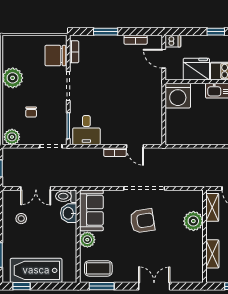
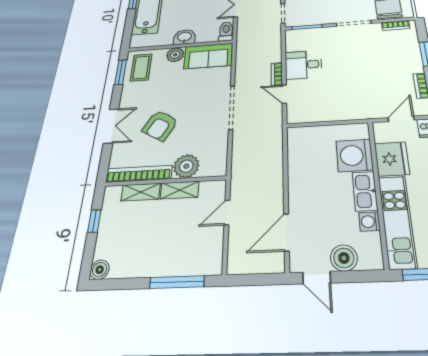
washing machine: (178, 96) -> (354, 155), moved
desk: (86, 130) -> (303, 65), moved
door: (135, 146) -> (284, 94), hinge flipped
shelving: (212, 207) -> (180, 190), moved
washbasin: (69, 213) -> (185, 37), moved
armchair: (142, 221) -> (160, 125), moved, turned 39
bookcase: (197, 257) -> (139, 174), added

